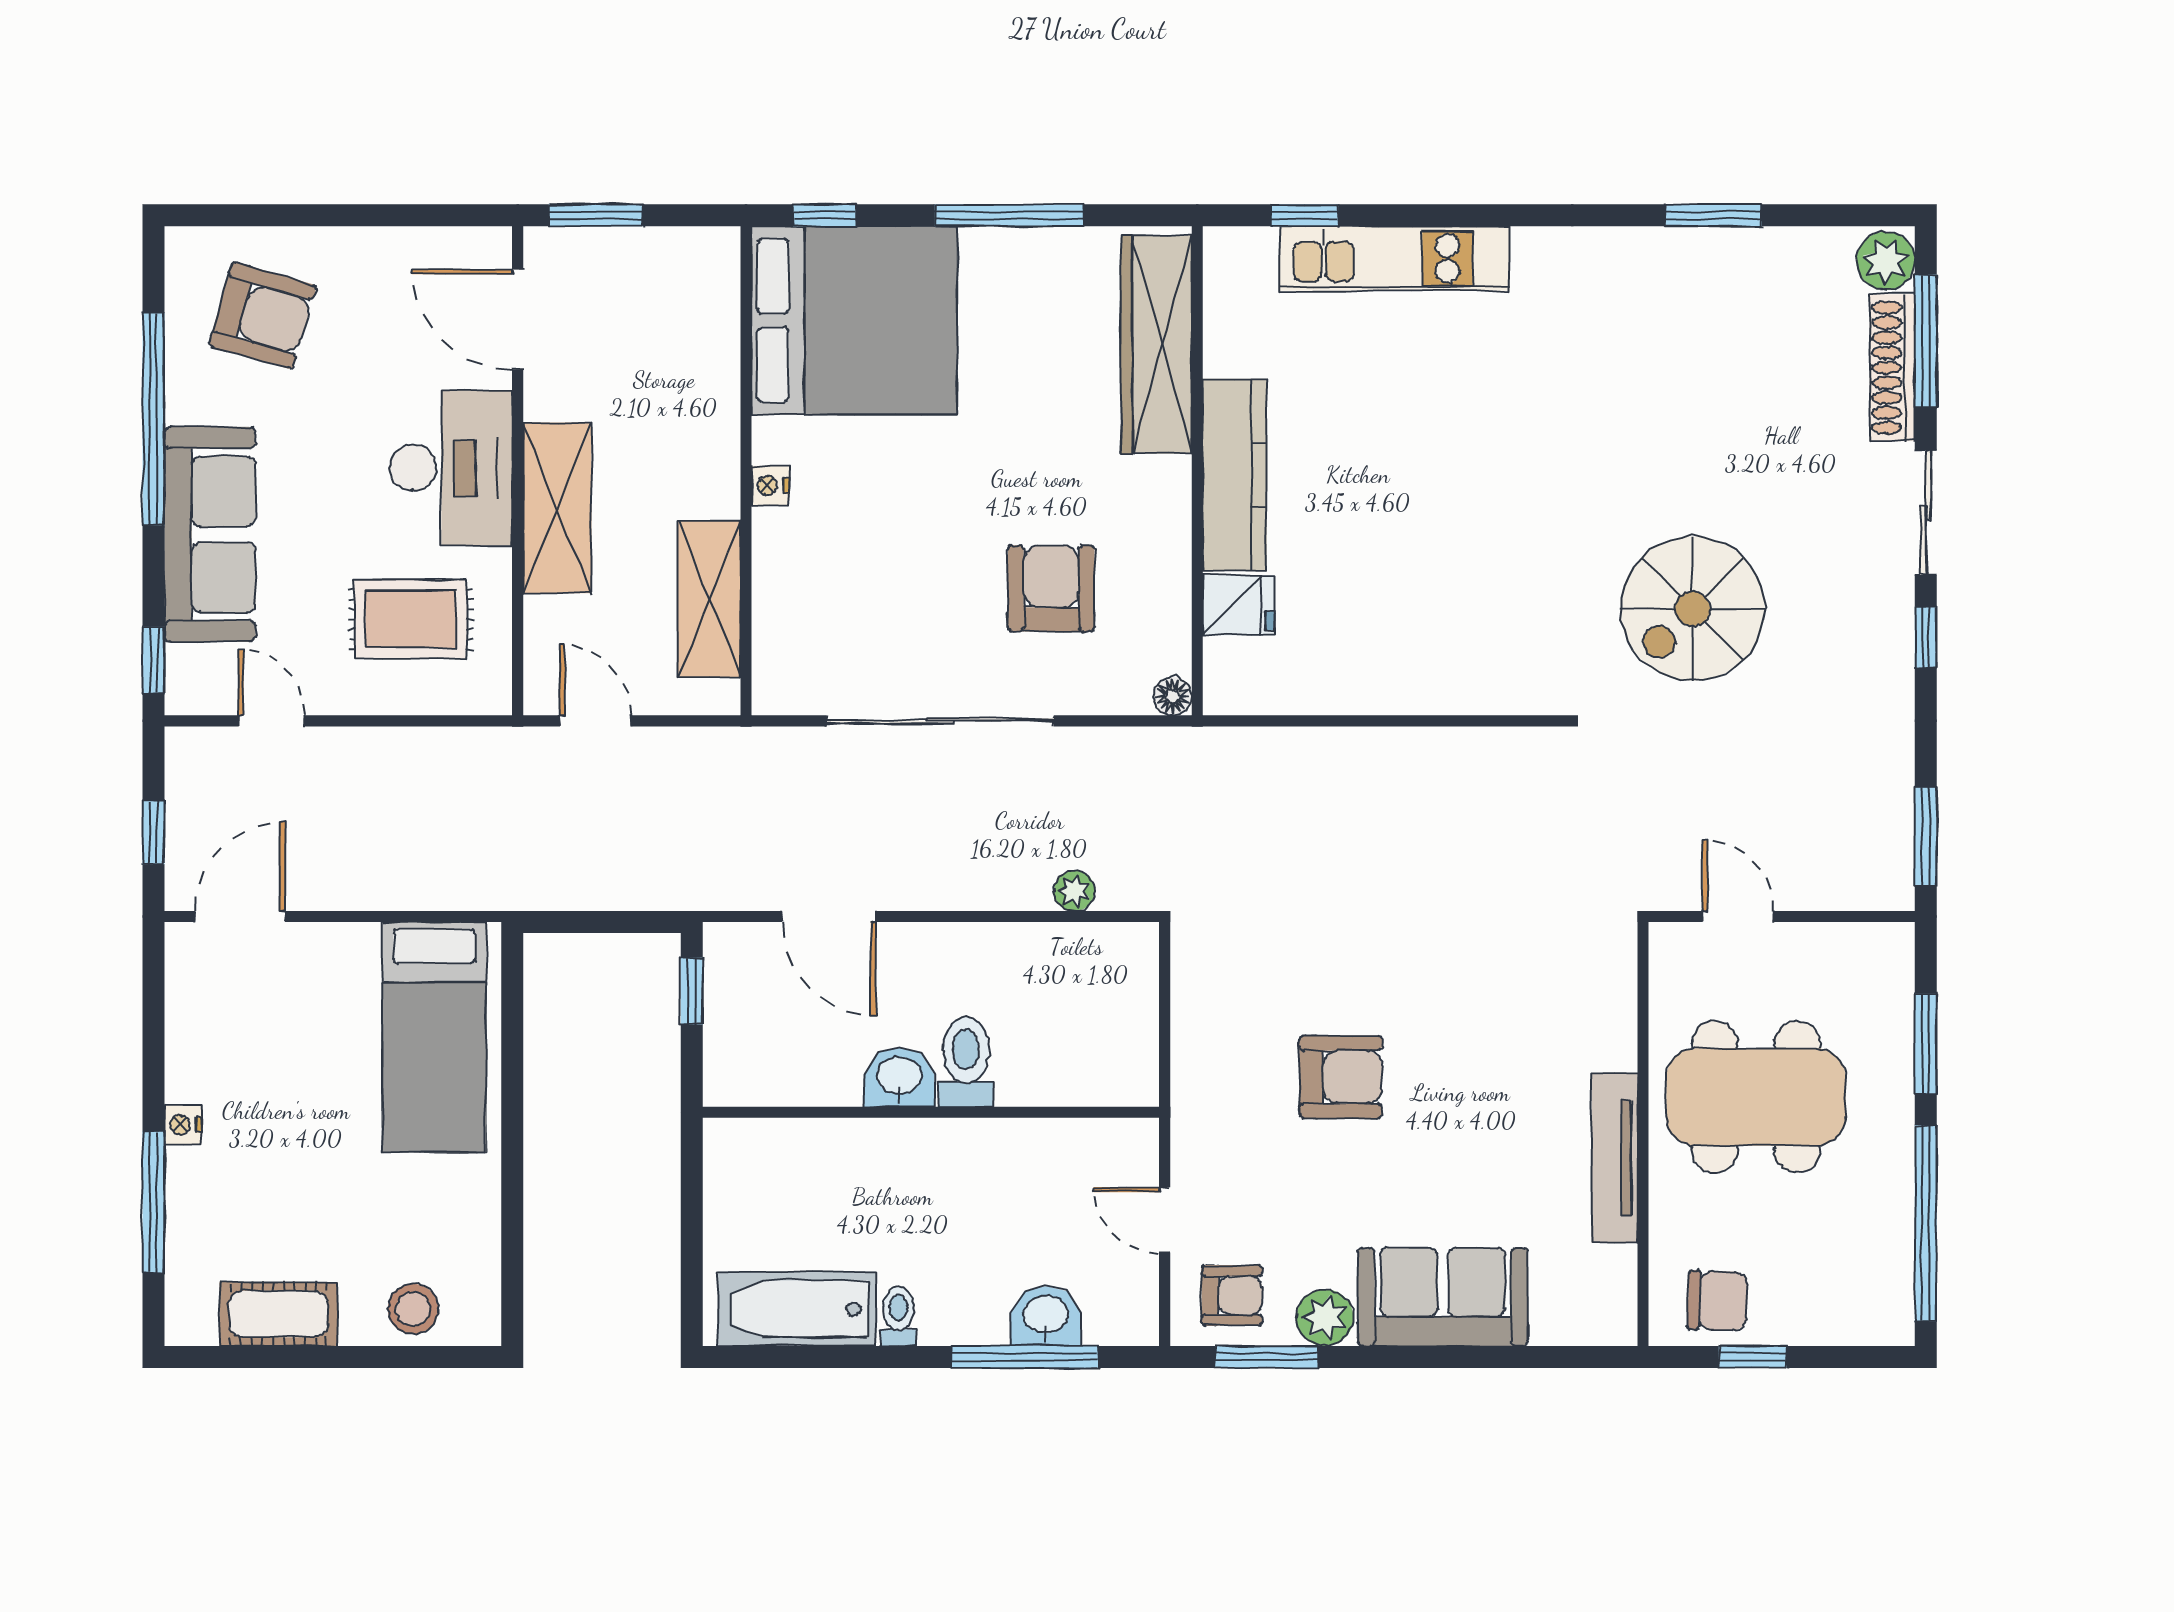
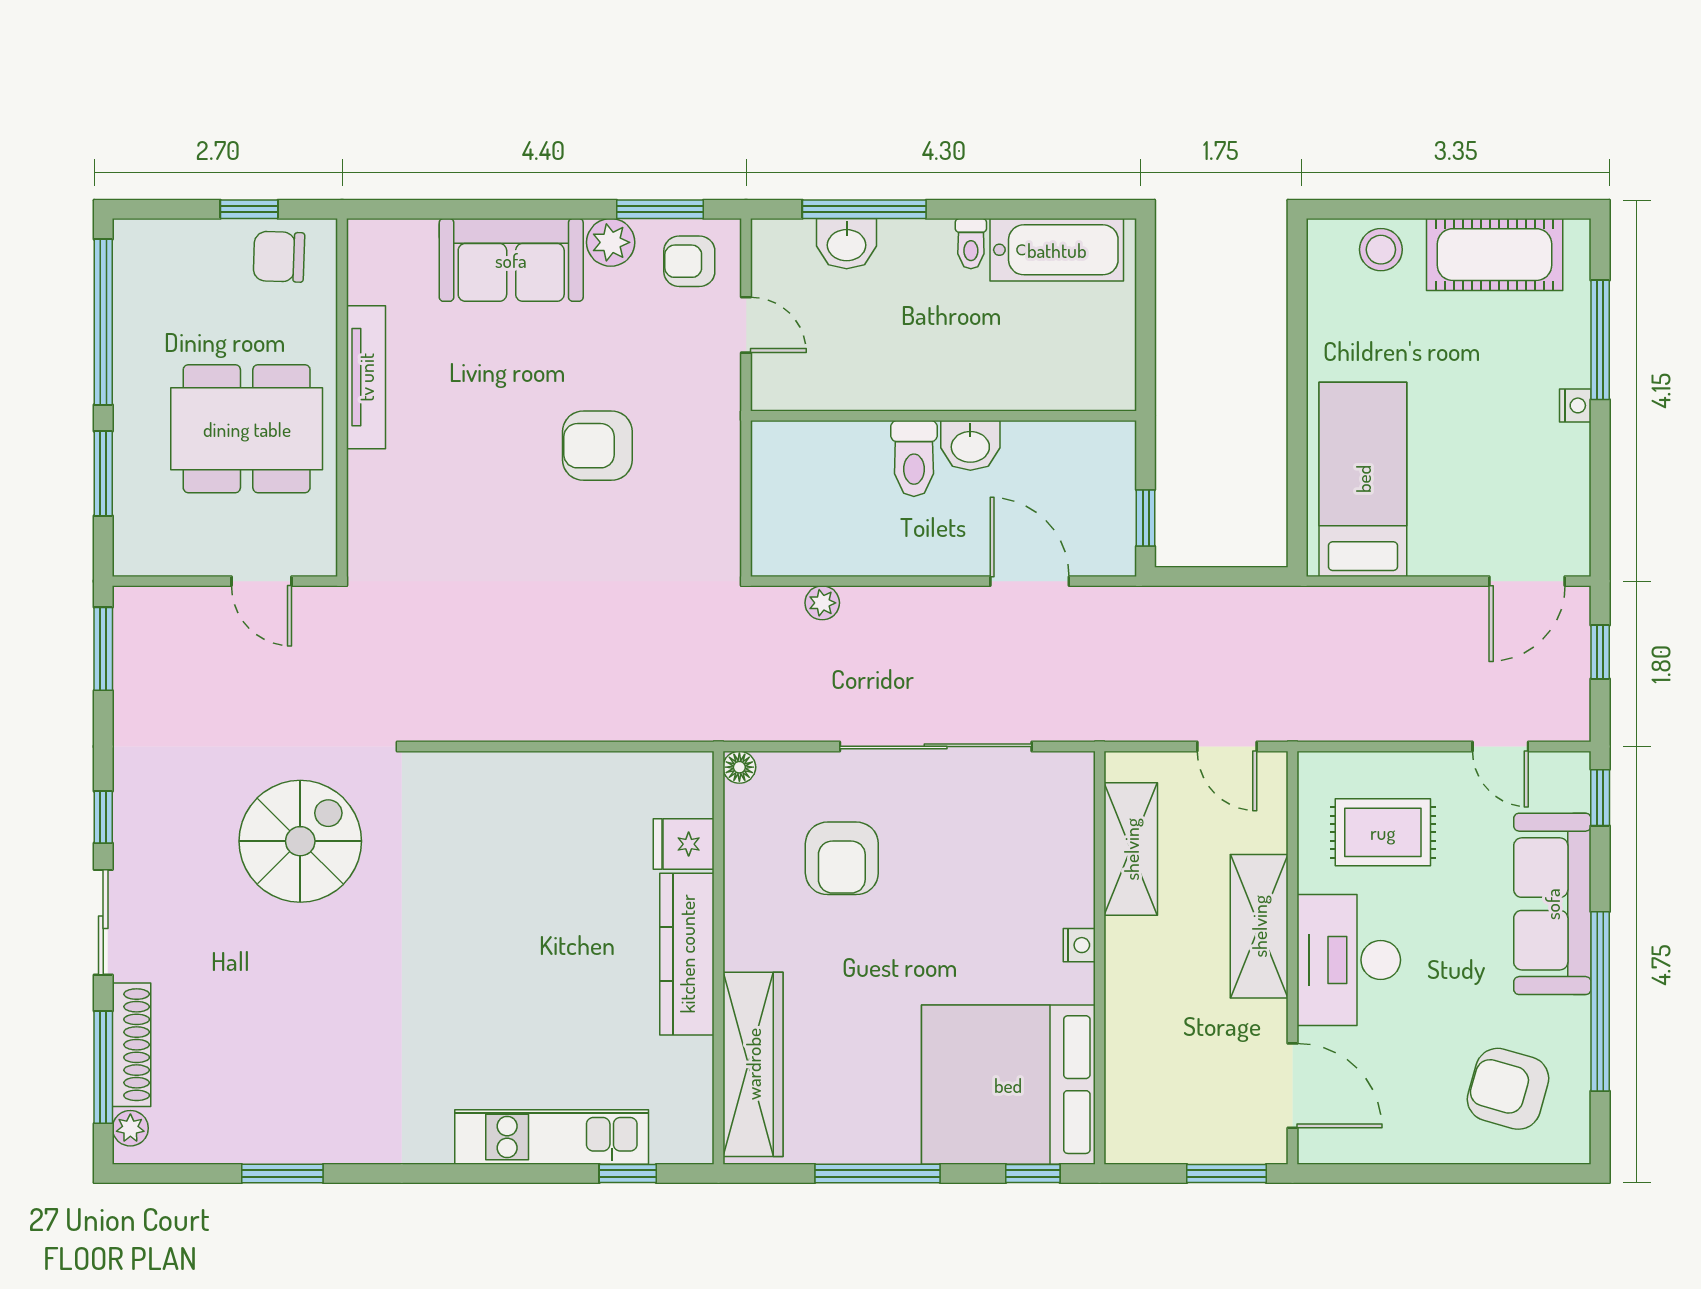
plant: (1886, 261) -> (130, 1128), width x0.73, depth x0.73
cot: (278, 1314) -> (1495, 255), width x1.37, depth x1.34

